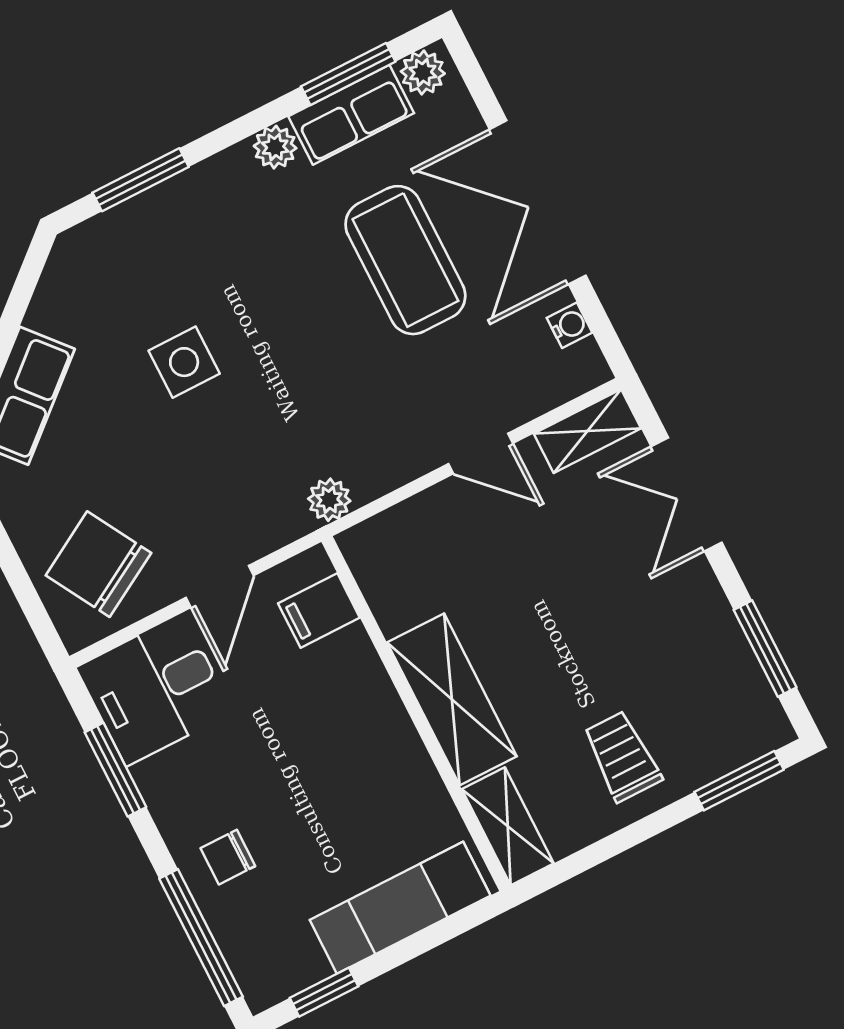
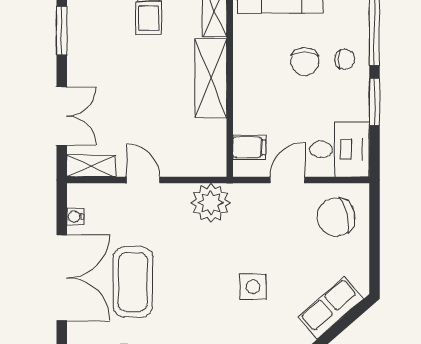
plant: (329, 500) -> (211, 203), width x1.88, depth x1.88
chair: (98, 564) -> (336, 217), turned 106
window: (115, 770) -> (374, 102), moved
chair: (298, 816) -> (305, 62), added

